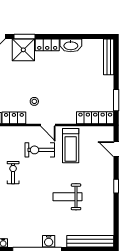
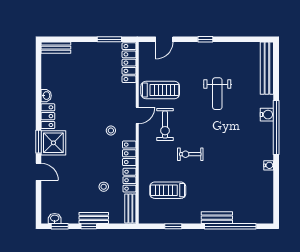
washbasin: (71, 45) -> (46, 96), width x0.52, depth x0.69
bench: (109, 57) -> (56, 48), width x0.73

